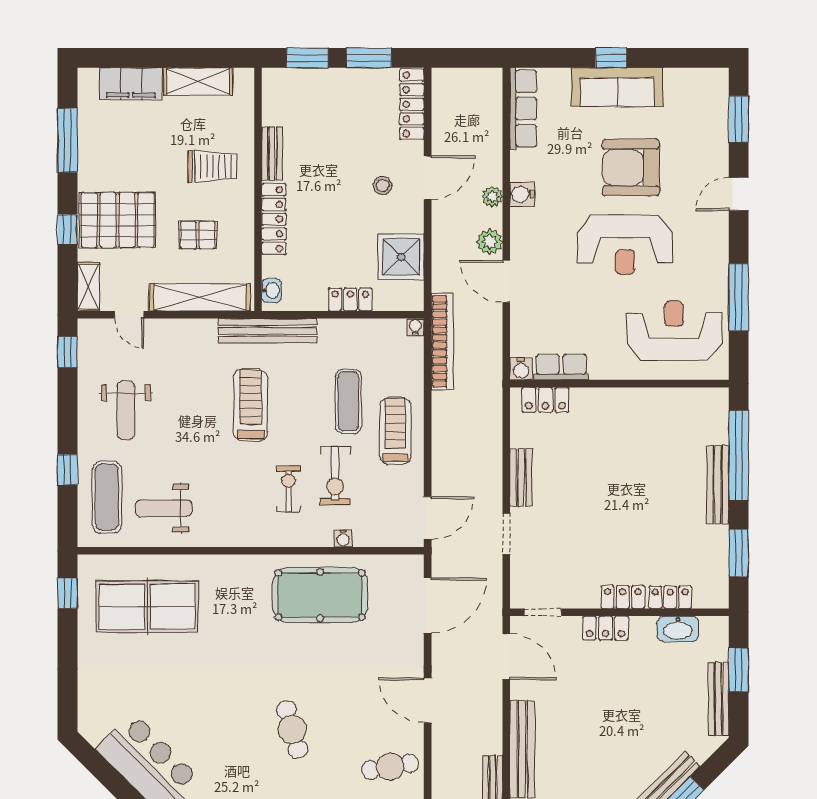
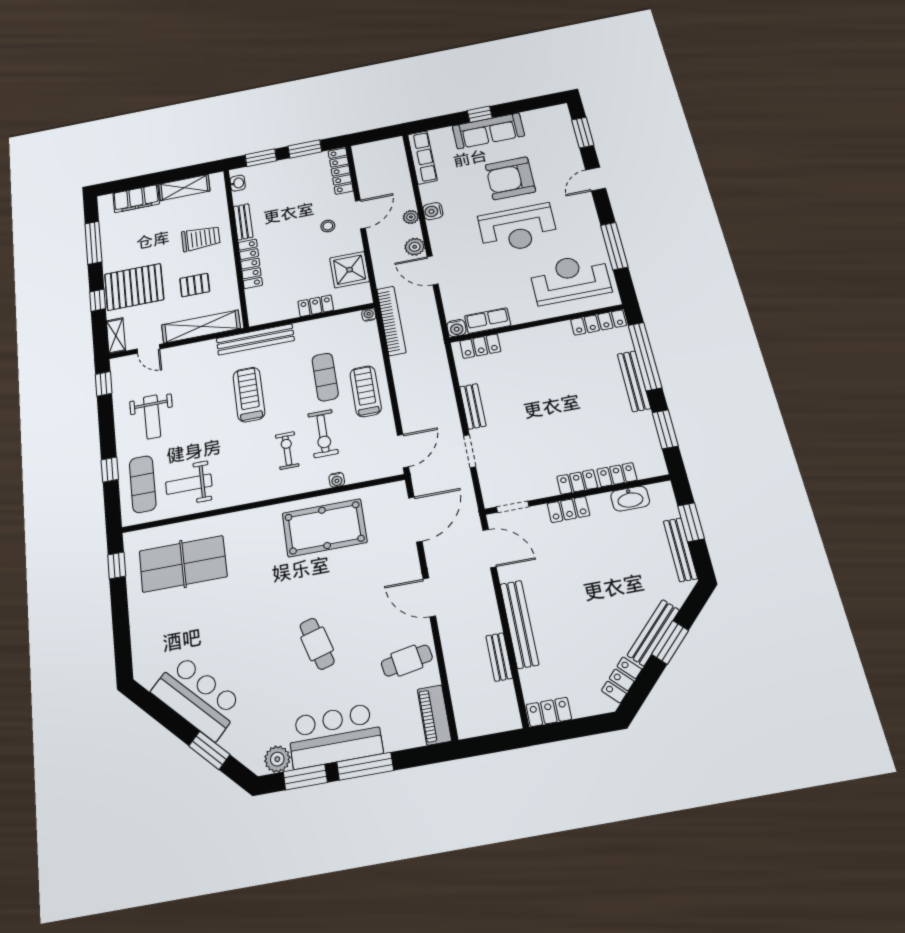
washbasin: (271, 291) -> (238, 183), moved
locker: (695, 399) -> (599, 322), added

